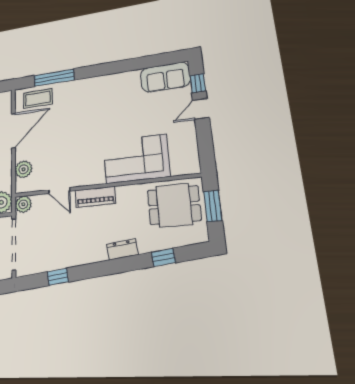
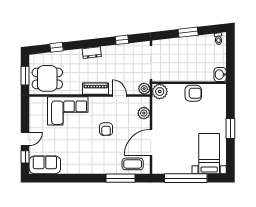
armchair: (77, 140) -> (106, 129), added
dresser: (122, 249) -> (92, 53), moved

